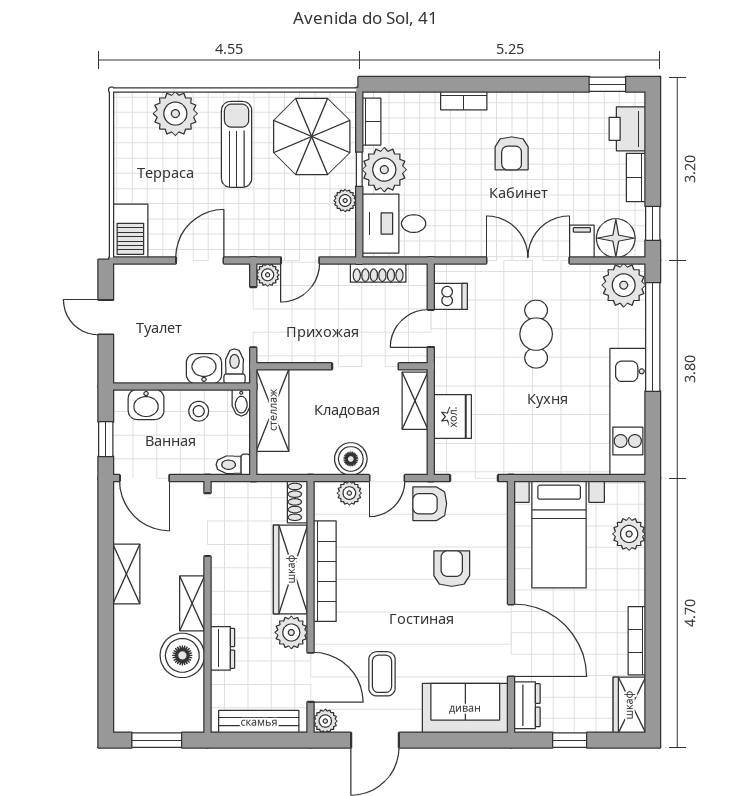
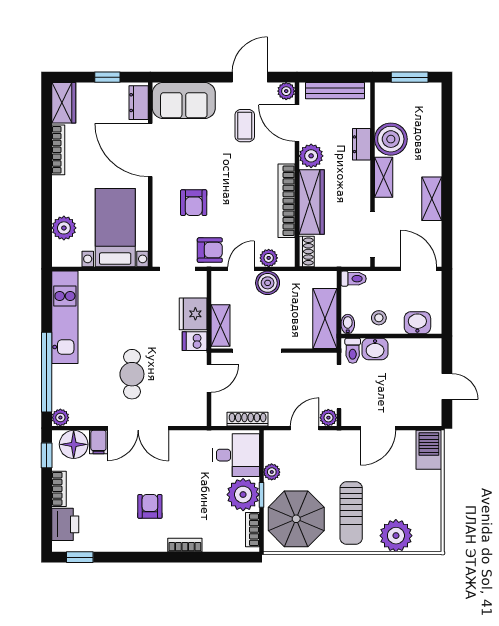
plant: (624, 285) -> (60, 418), width x0.53, depth x0.53
dishwasher: (450, 296) -> (195, 341), moved
window: (106, 439) -> (447, 297), removed

